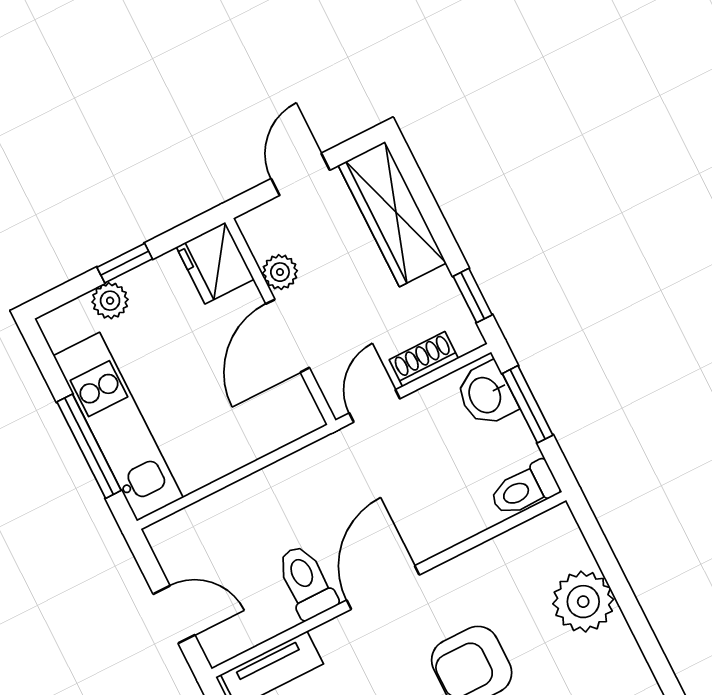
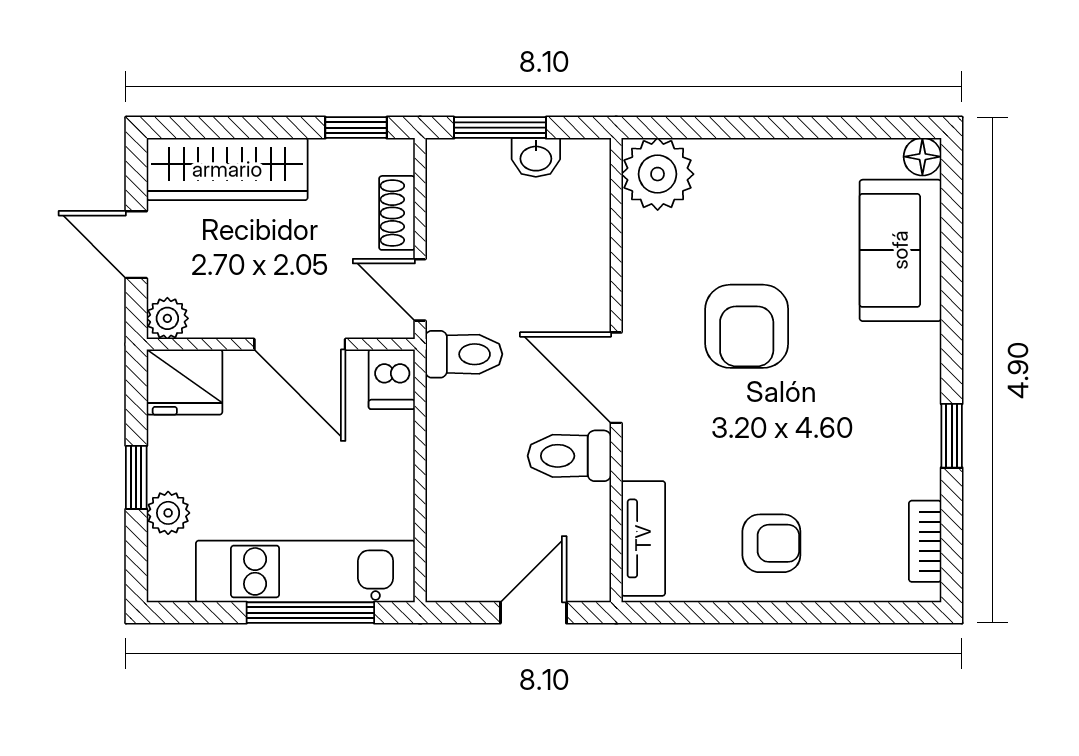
plant: (280, 272) -> (167, 318), moved
washbasin: (486, 394) -> (536, 157), moved, width x0.72, depth x0.69
dishwasher: (296, 419) -> (392, 379), added
toilet: (524, 489) -> (464, 354), moved, turned -90
plant: (583, 602) -> (658, 174), moved

